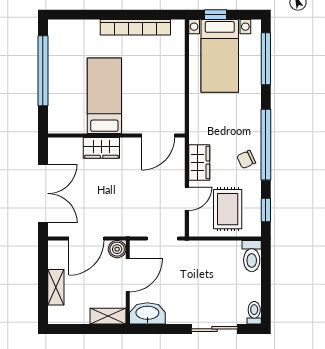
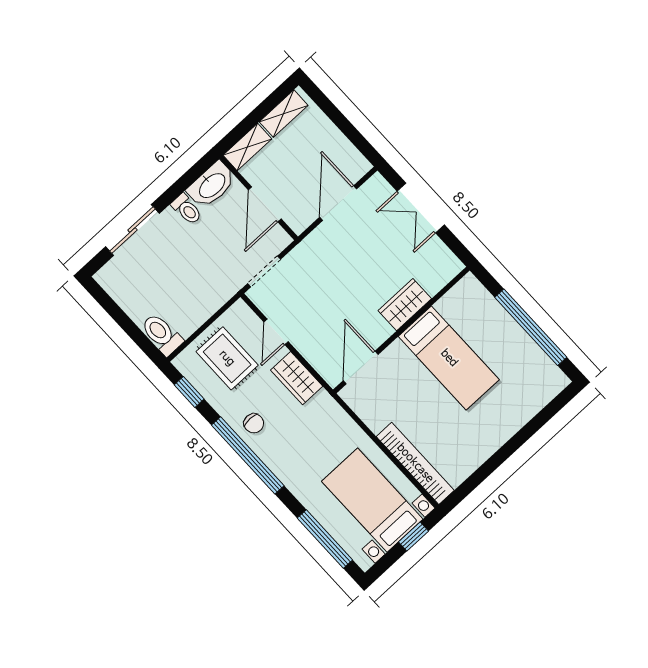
bookcase: (135, 27) -> (415, 463), moved, turned 90
chair: (246, 159) -> (254, 423), turned 115
double door: (43, 193) -> (421, 208), width x0.73
boiler: (117, 249) -> (299, 220), removed
shelving: (56, 287) -> (284, 114), moved, turned 90
toilet: (254, 313) -> (187, 209), moved

